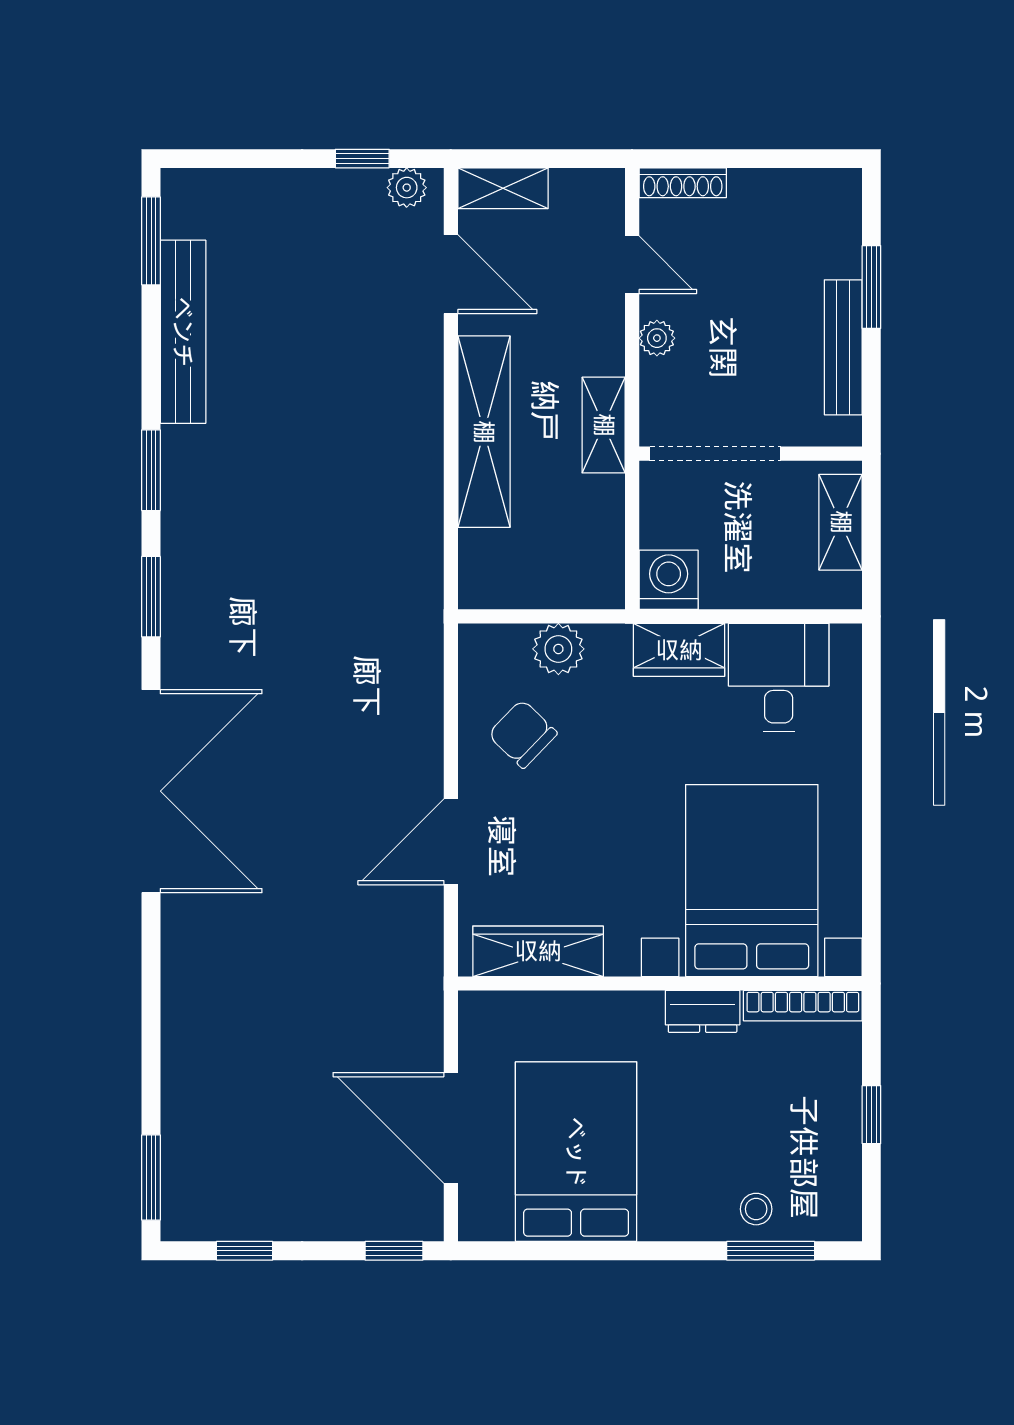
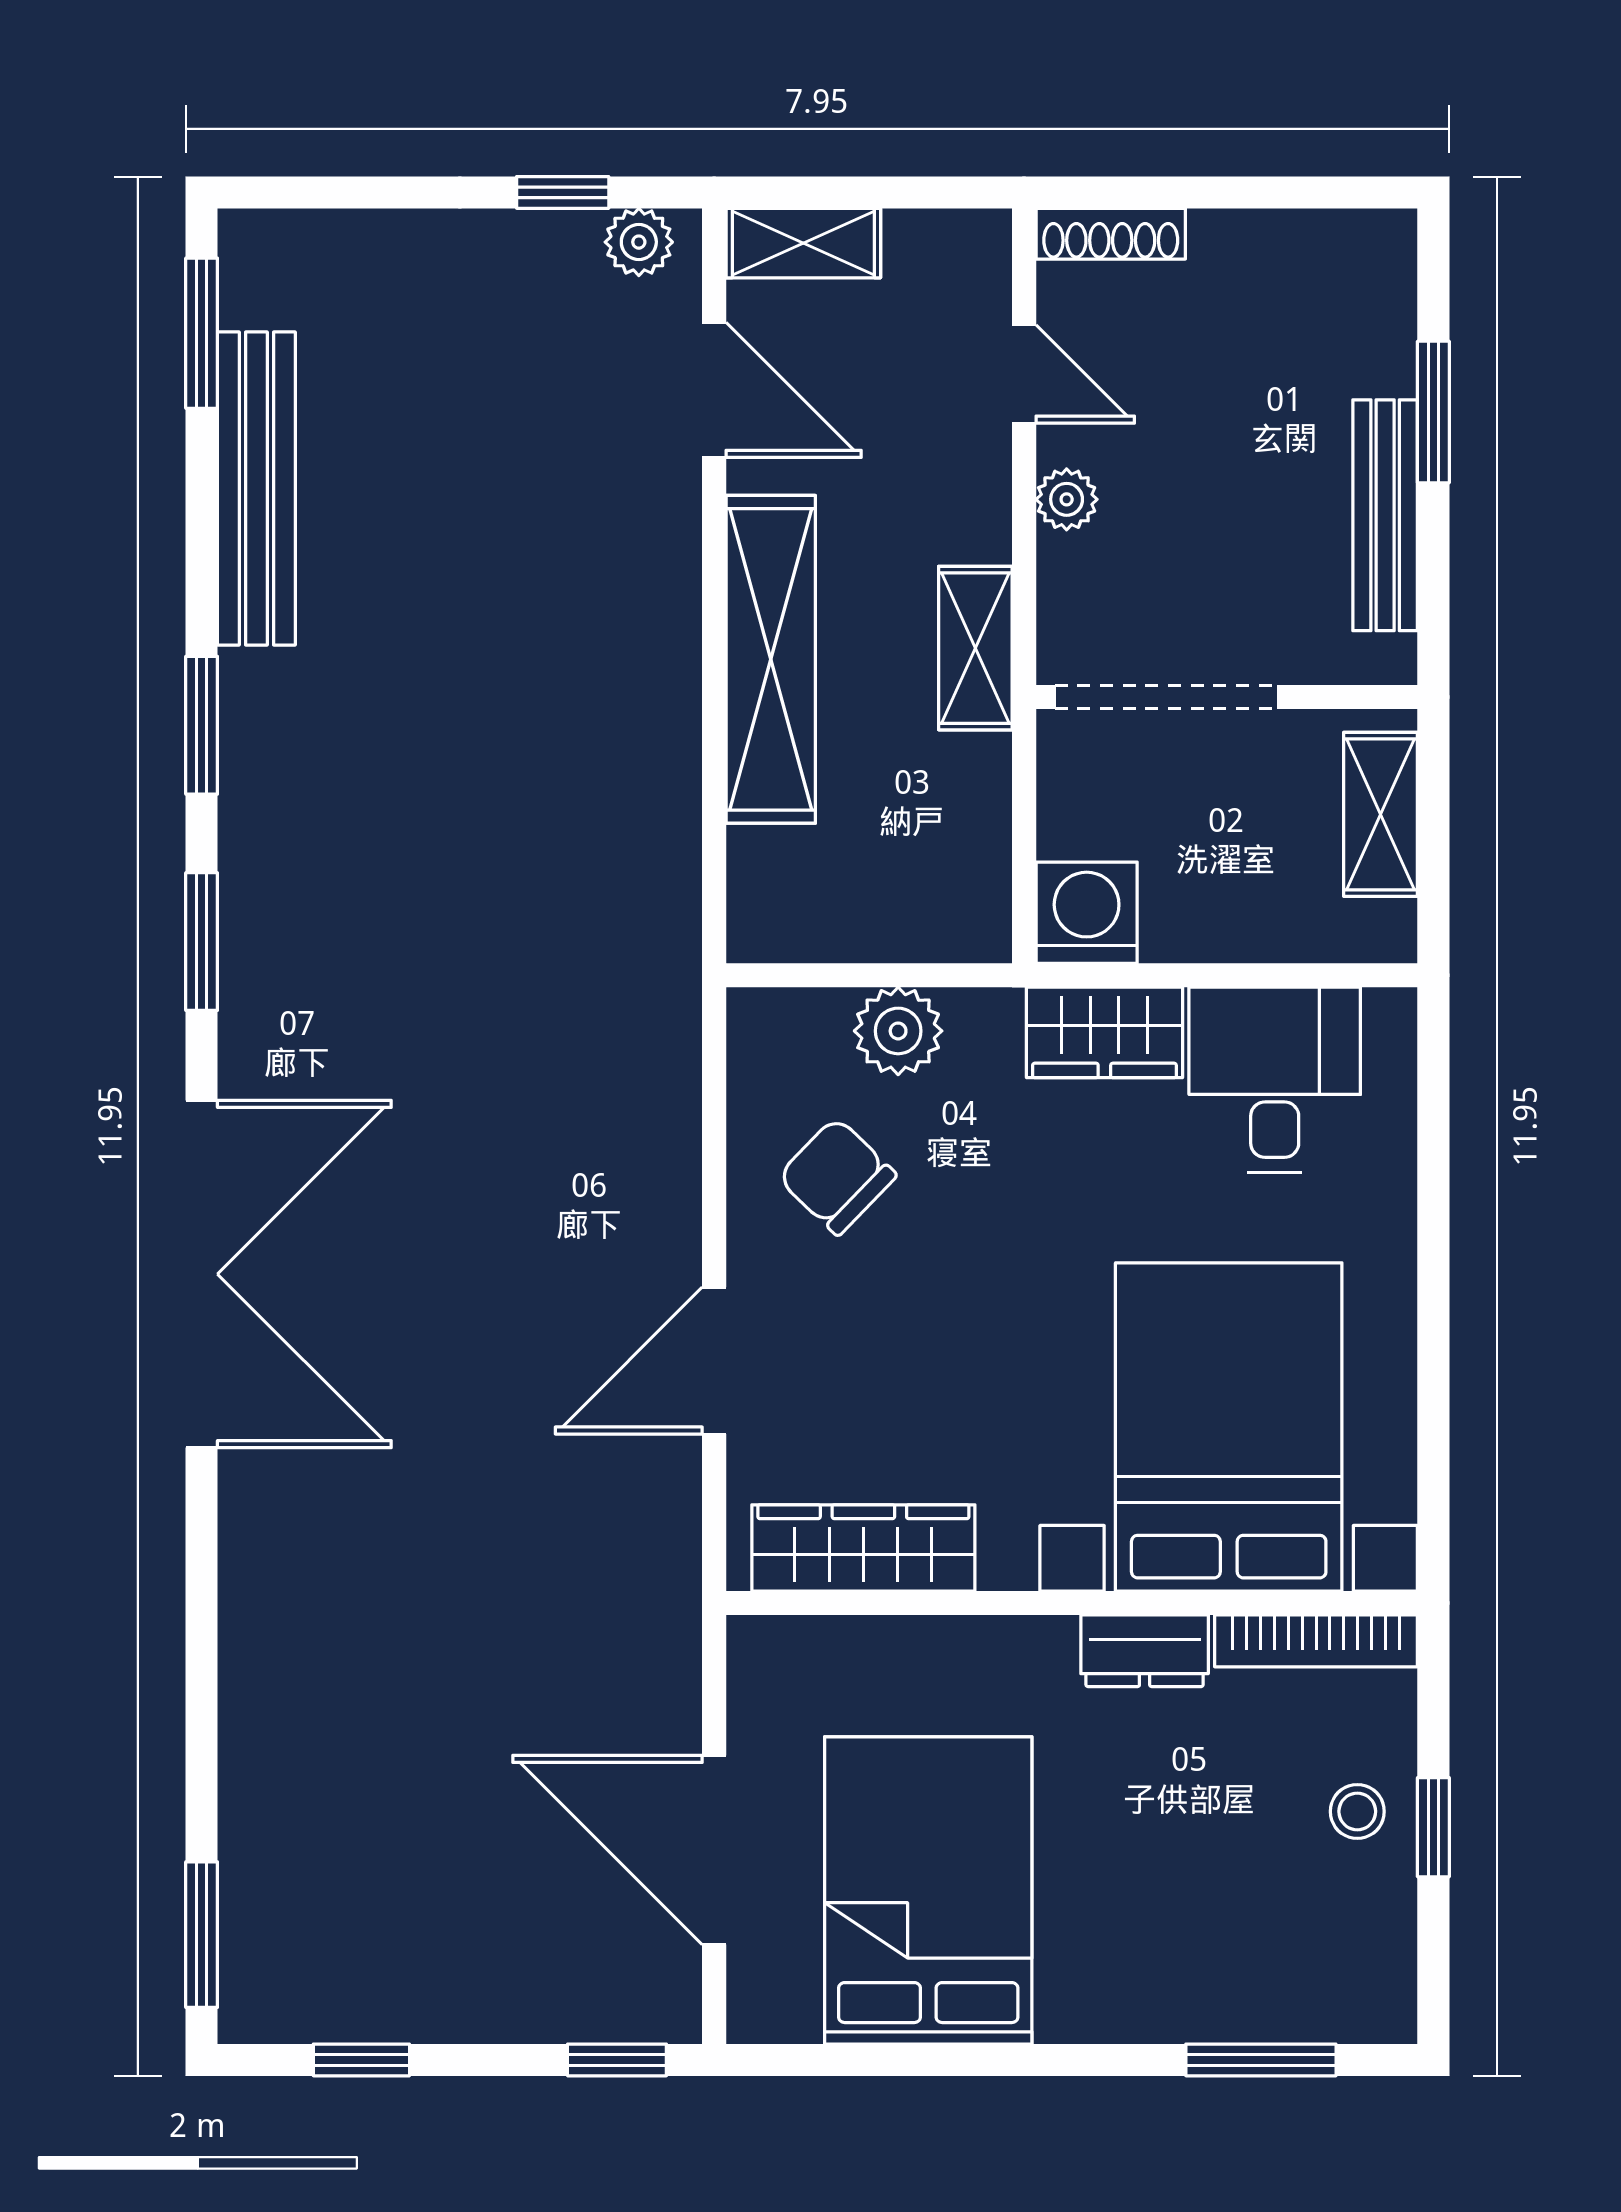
stool: (756, 1209) -> (1357, 1811), moved

